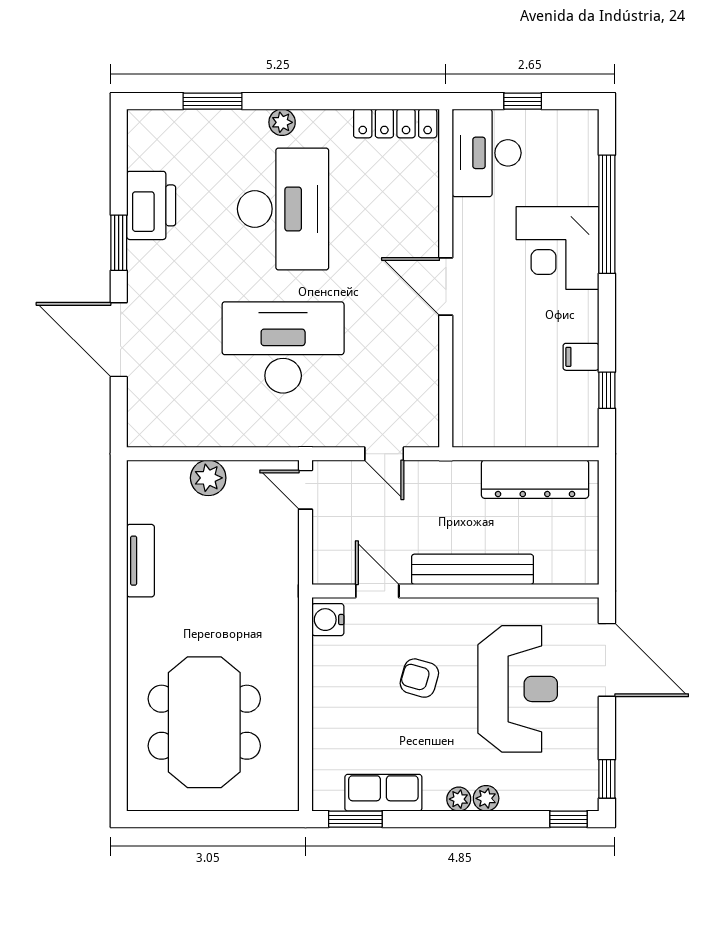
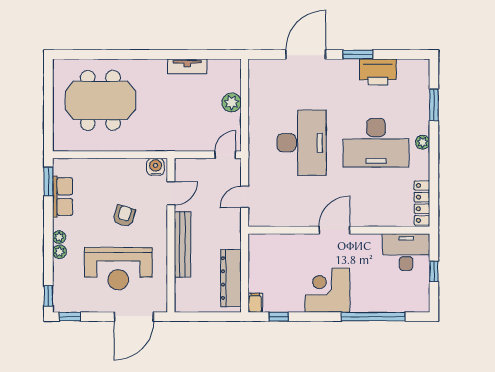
corner desk: (558, 248) -> (327, 290), moved
filing cabinet: (581, 357) -> (255, 303), moved

